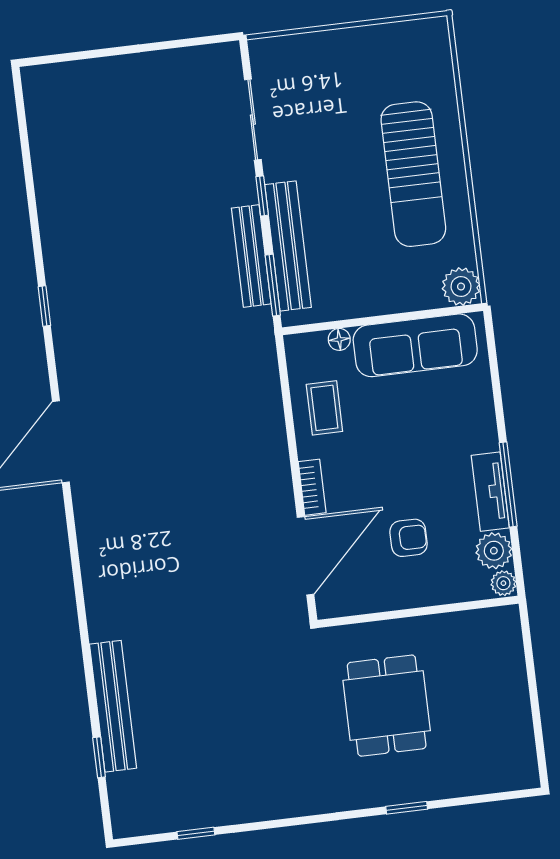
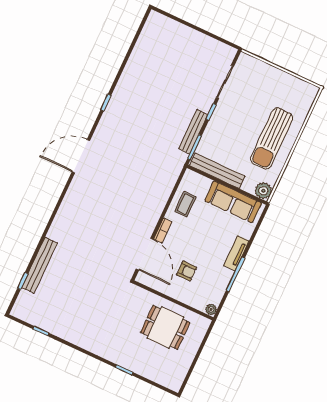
bench: (288, 246) -> (217, 171), moved, turned 90
floor lamp: (339, 339) -> (207, 182), removed
tv unit: (490, 492) -> (236, 253), moved
plant: (494, 551) -> (215, 295), removed
door: (306, 556) -> (145, 254), hinge flipped
dining table: (387, 706) -> (165, 328), moved, turned 90

